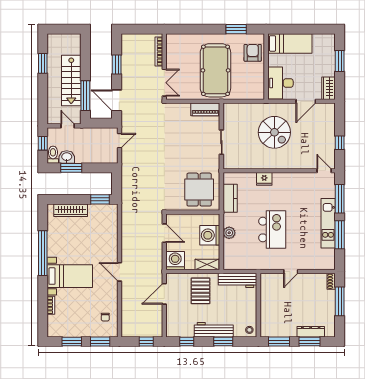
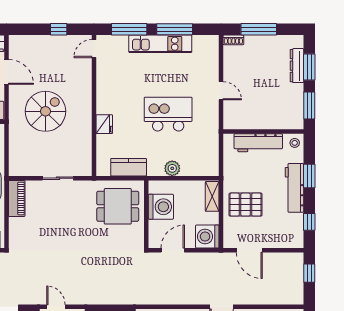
washing machine: (210, 235) -> (161, 207), moved, turned -90
workbench: (238, 280) -> (258, 143), moved, turned 90

